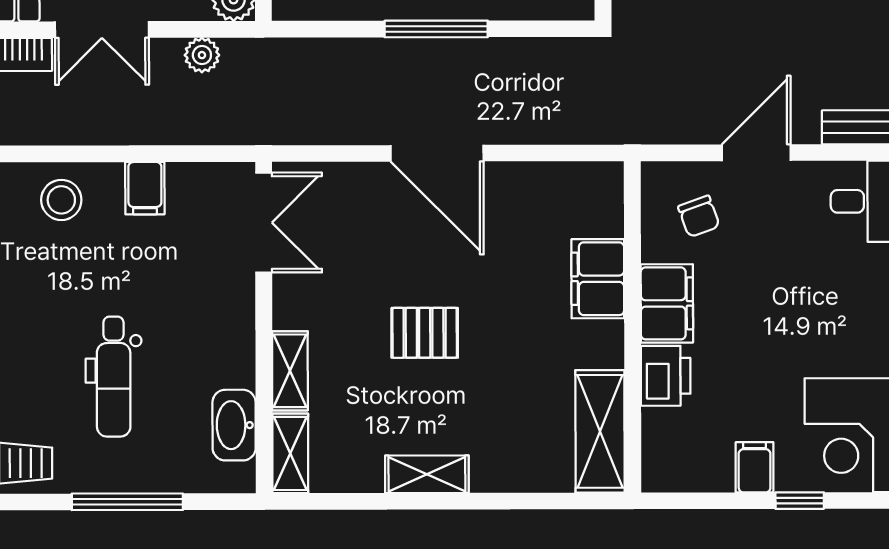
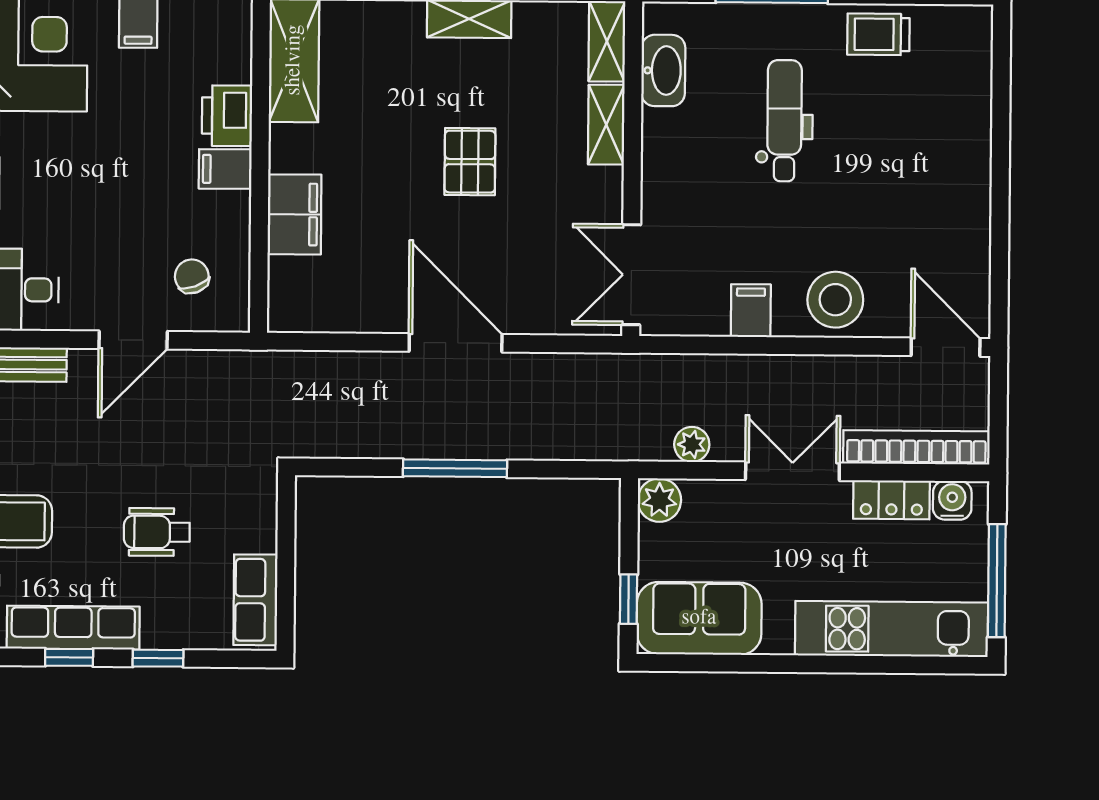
stool: (61, 200) -> (835, 300), width x1.38, depth x1.38
filing cabinet: (667, 303) -> (225, 169), width x0.50
pallet: (425, 333) -> (470, 162), turned 90

